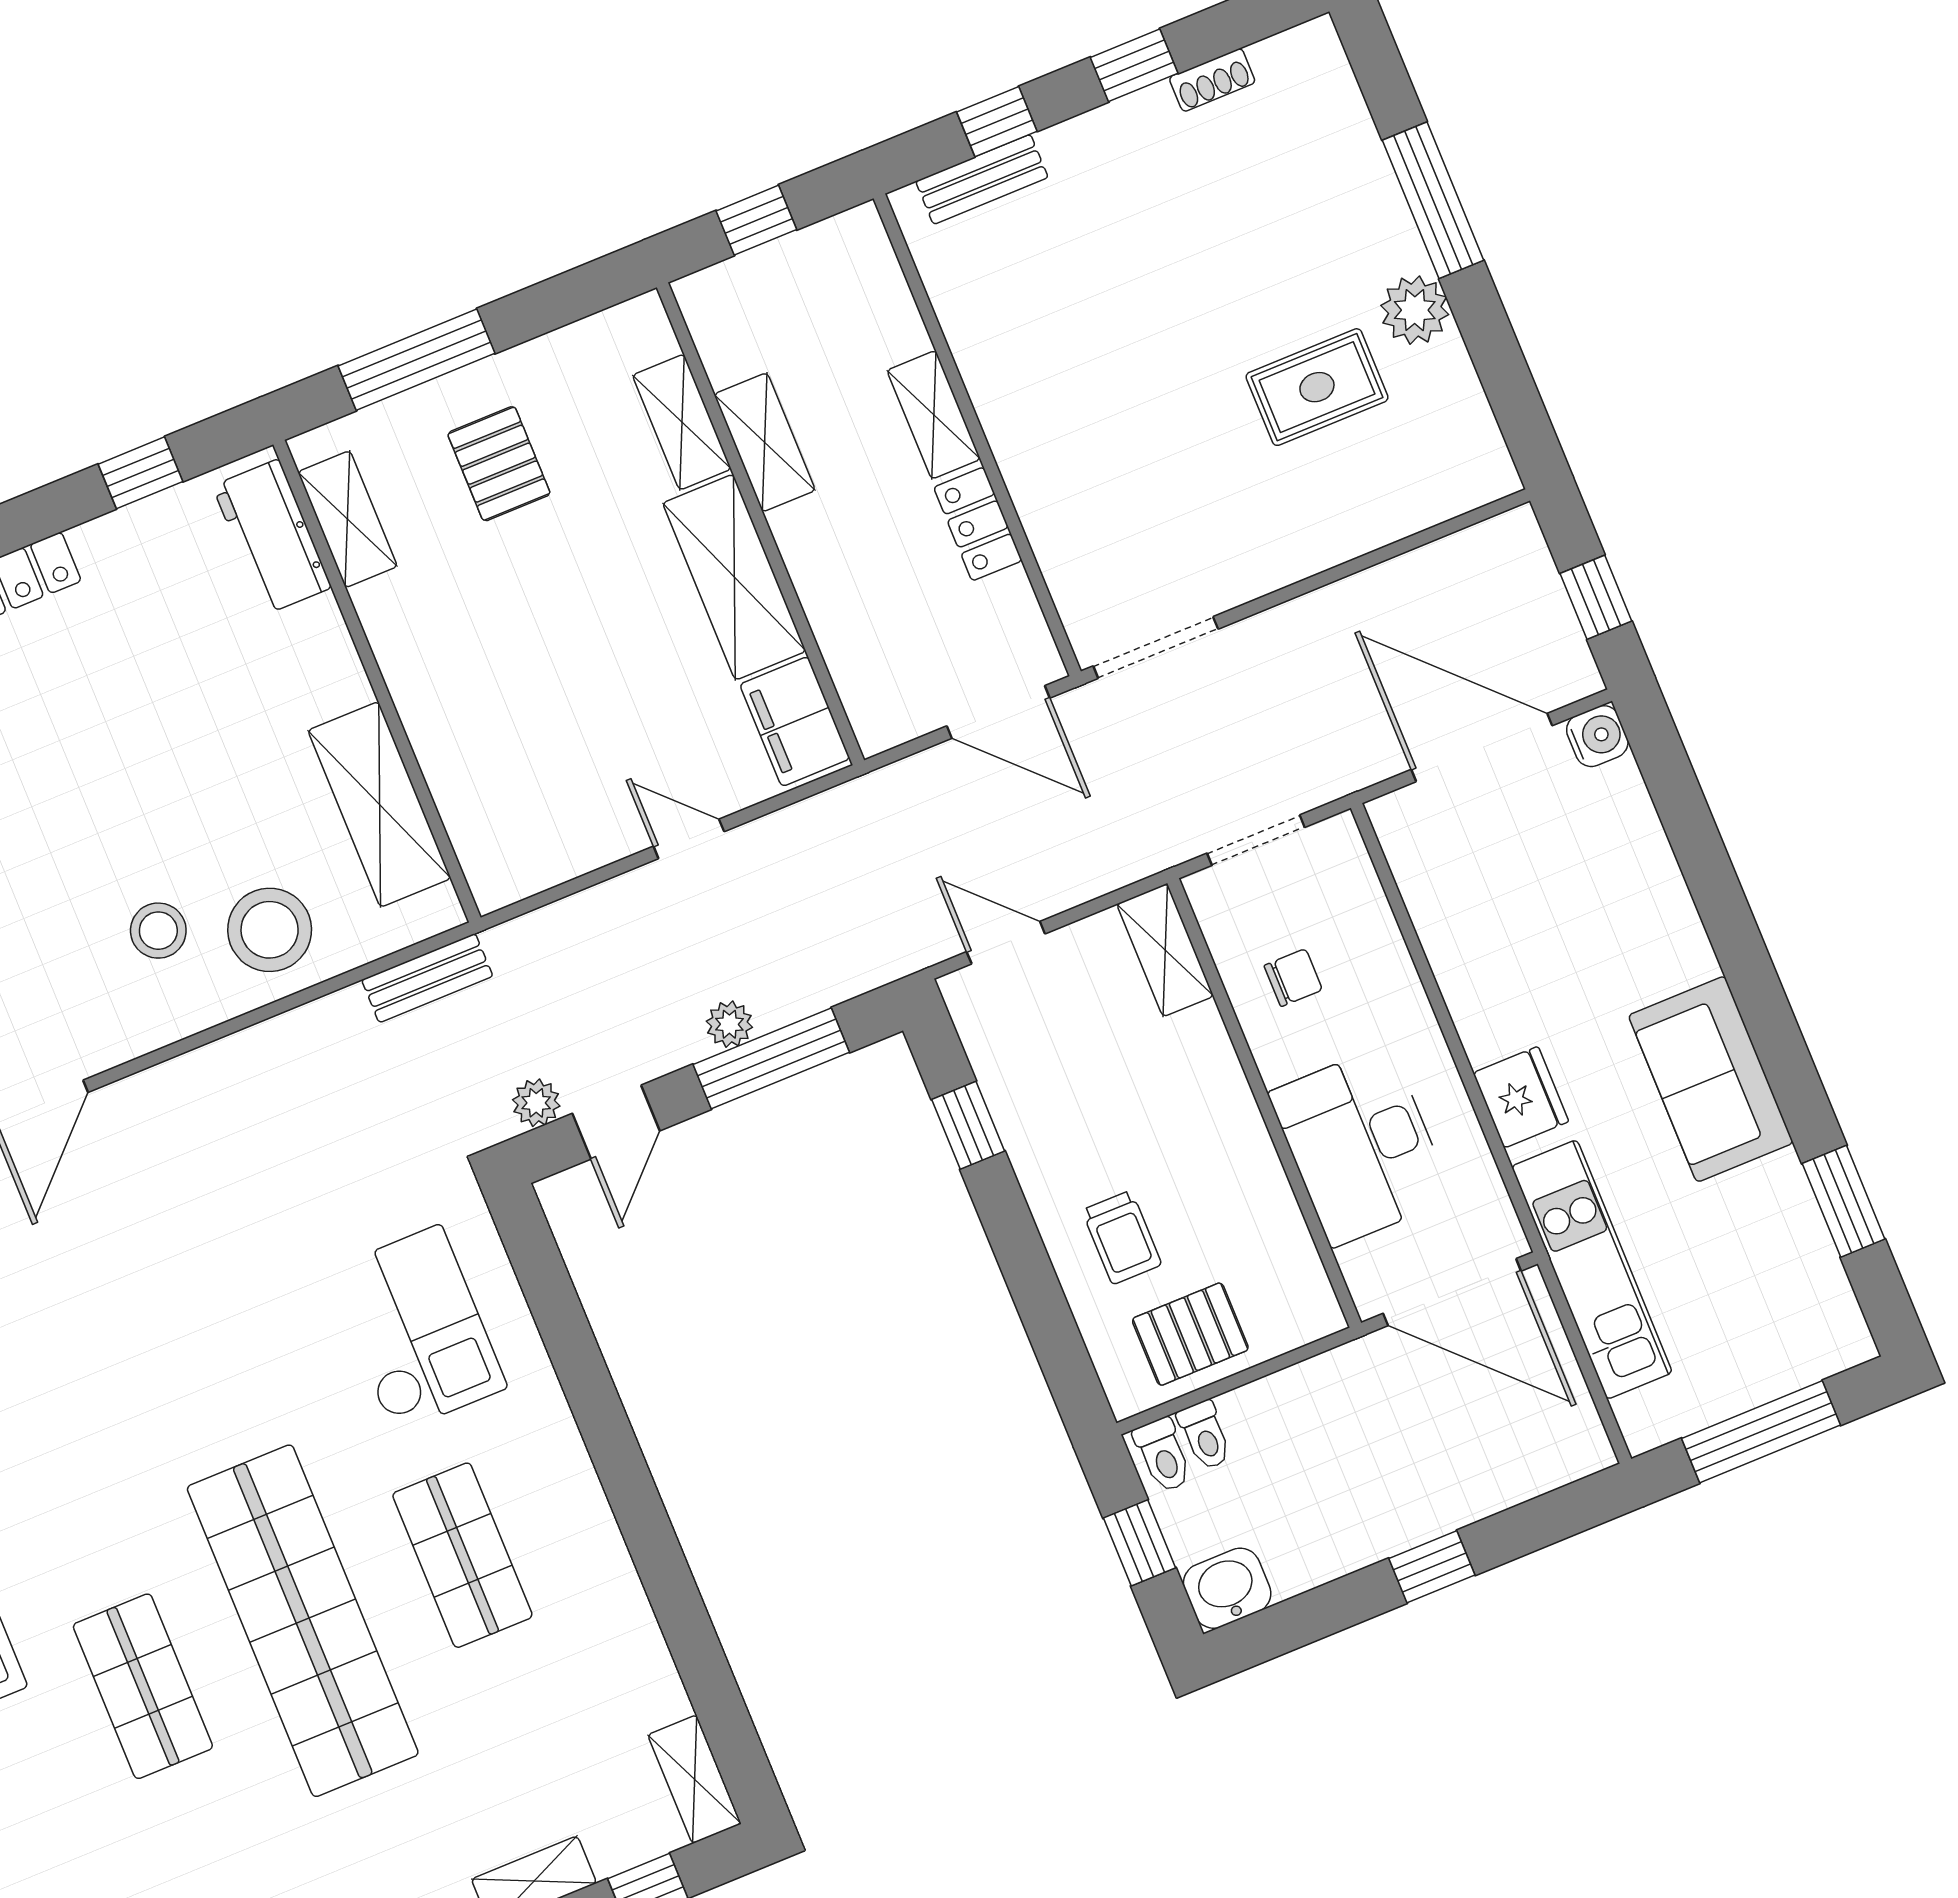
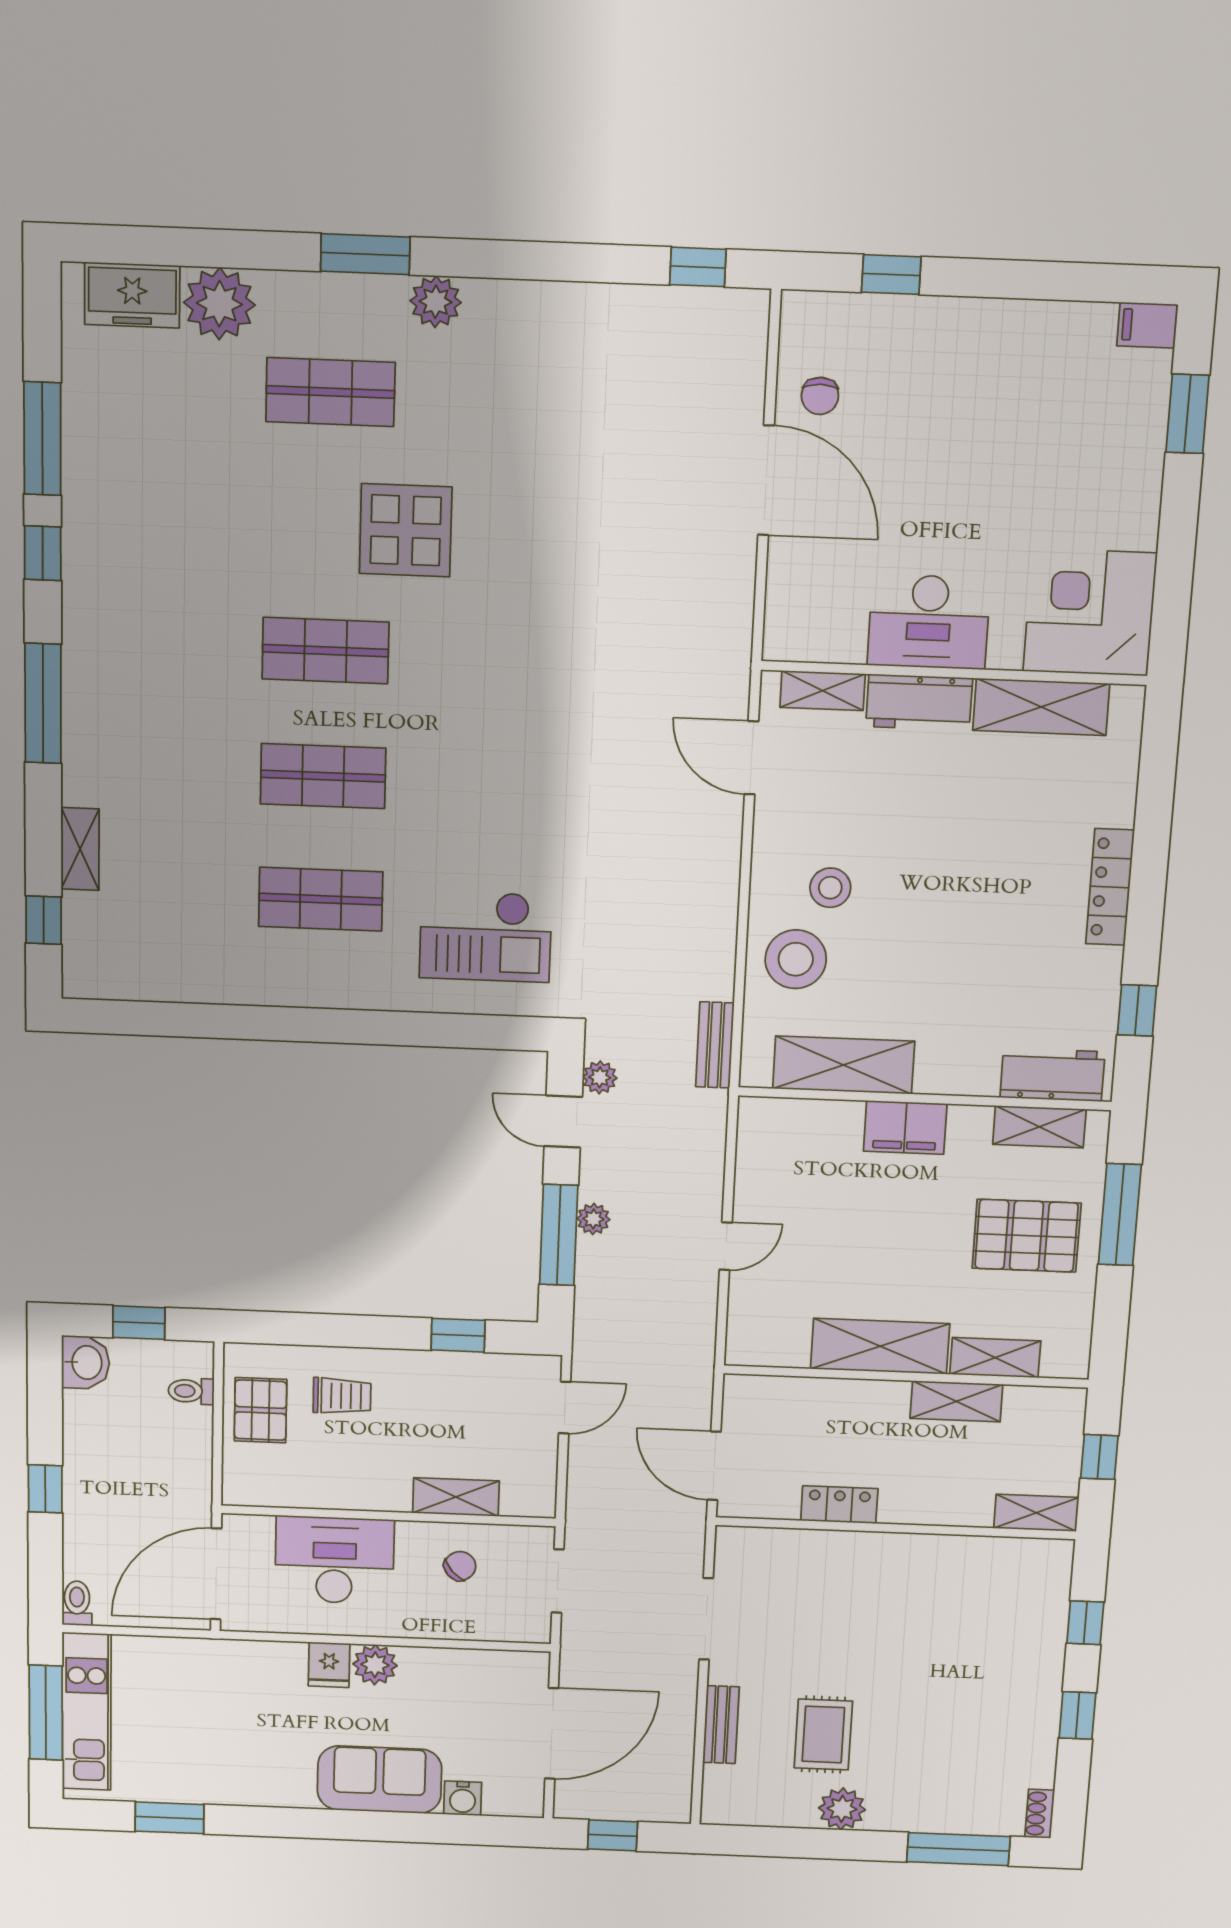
shoe rack: (1212, 80) -> (1040, 1814), moved
bench: (982, 179) -> (721, 1725), moved
window: (1433, 200) -> (958, 1849), moved
shelving: (934, 415) -> (1036, 1513), moved
pallet: (499, 464) -> (1027, 1236), width x1.50, depth x1.42
doorway: (1156, 647) -> (706, 1619), moved
door: (998, 712) -> (714, 1466), hinge flipped
filing cabinet: (795, 721) -> (905, 1128), moved, turned 180
water cooler: (1597, 736) -> (463, 1798), moved
shelving: (1165, 950) -> (456, 1497), moved
chair: (1293, 978) -> (460, 1566), turned -131
plant: (1488, 1026) -> (375, 1665), added
sofa: (1711, 1079) -> (380, 1780), moved
fridge: (1521, 1097) -> (329, 1665), width x0.72
trolley: (1122, 1237) -> (342, 1396), turned 180
kitchen unit: (1592, 1270) -> (87, 1712), moved, turned -90
toilet: (1163, 1455) -> (77, 1603), moved, turned 90
shop shelf: (303, 1621) -> (323, 776), width x0.50, depth x0.74
shelving: (695, 1779) -> (104, 982), removed

